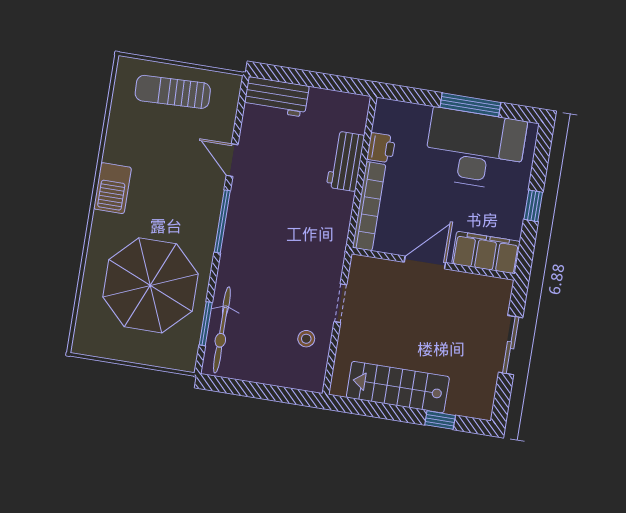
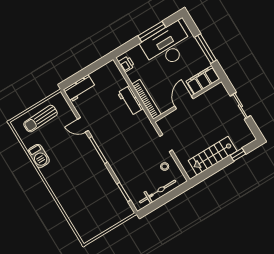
printer: (381, 148) -> (126, 64), moved
workbench: (345, 161) -> (130, 101), moved
barbecue: (112, 188) -> (39, 156), moved
window: (533, 206) -> (206, 49), width x2.17
parasol: (150, 285) -> (92, 195), removed
bicycle: (222, 330) -> (158, 192), moved, turned -90

